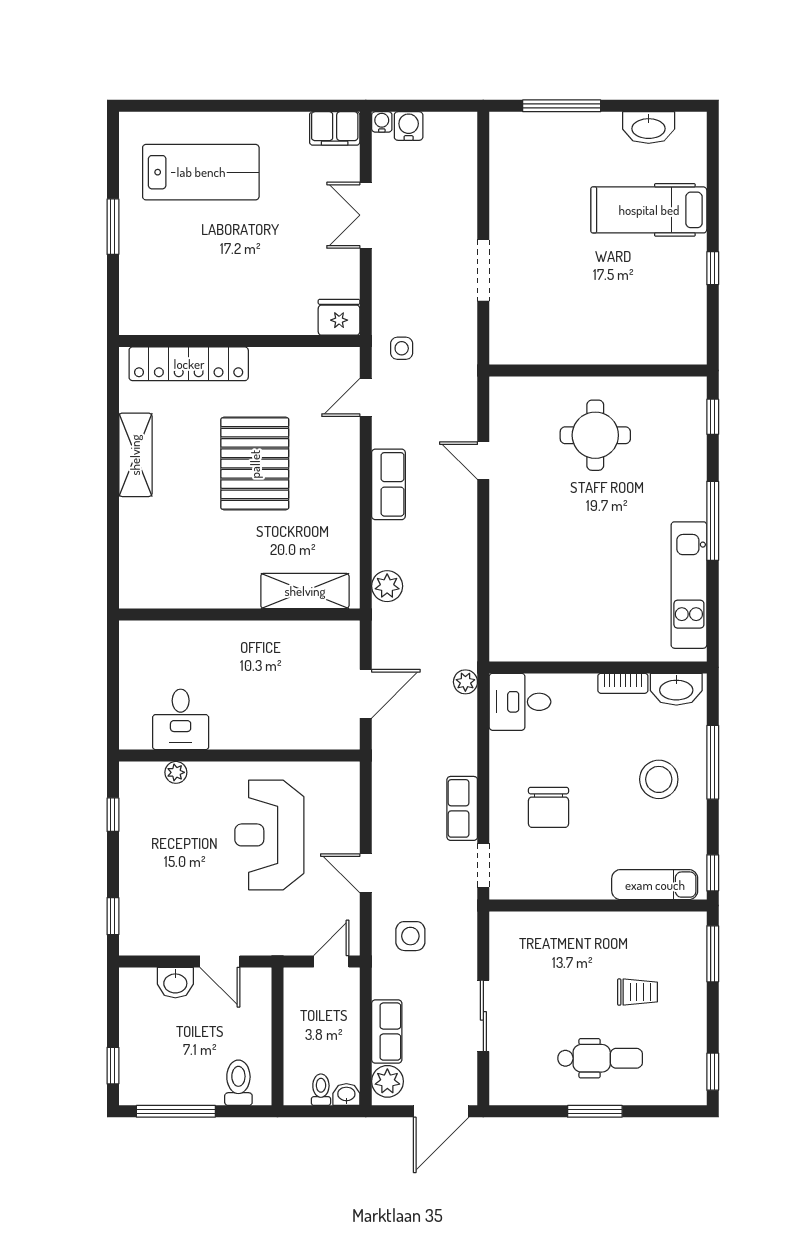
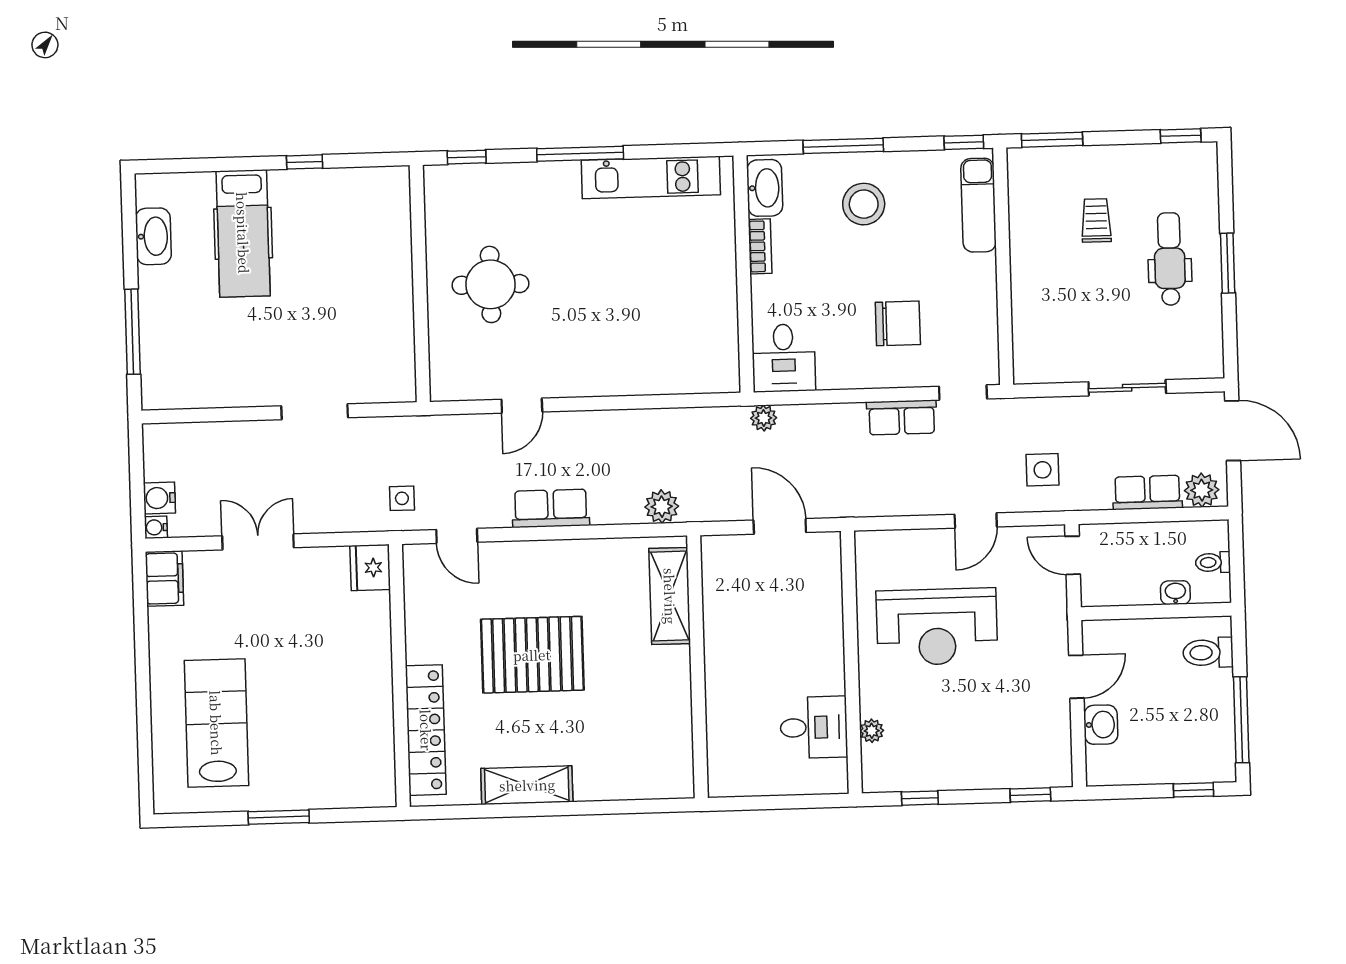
double door: (366, 215) -> (258, 542), swing flipped
washbasin: (346, 1095) -> (1175, 593), moved, turned 90

